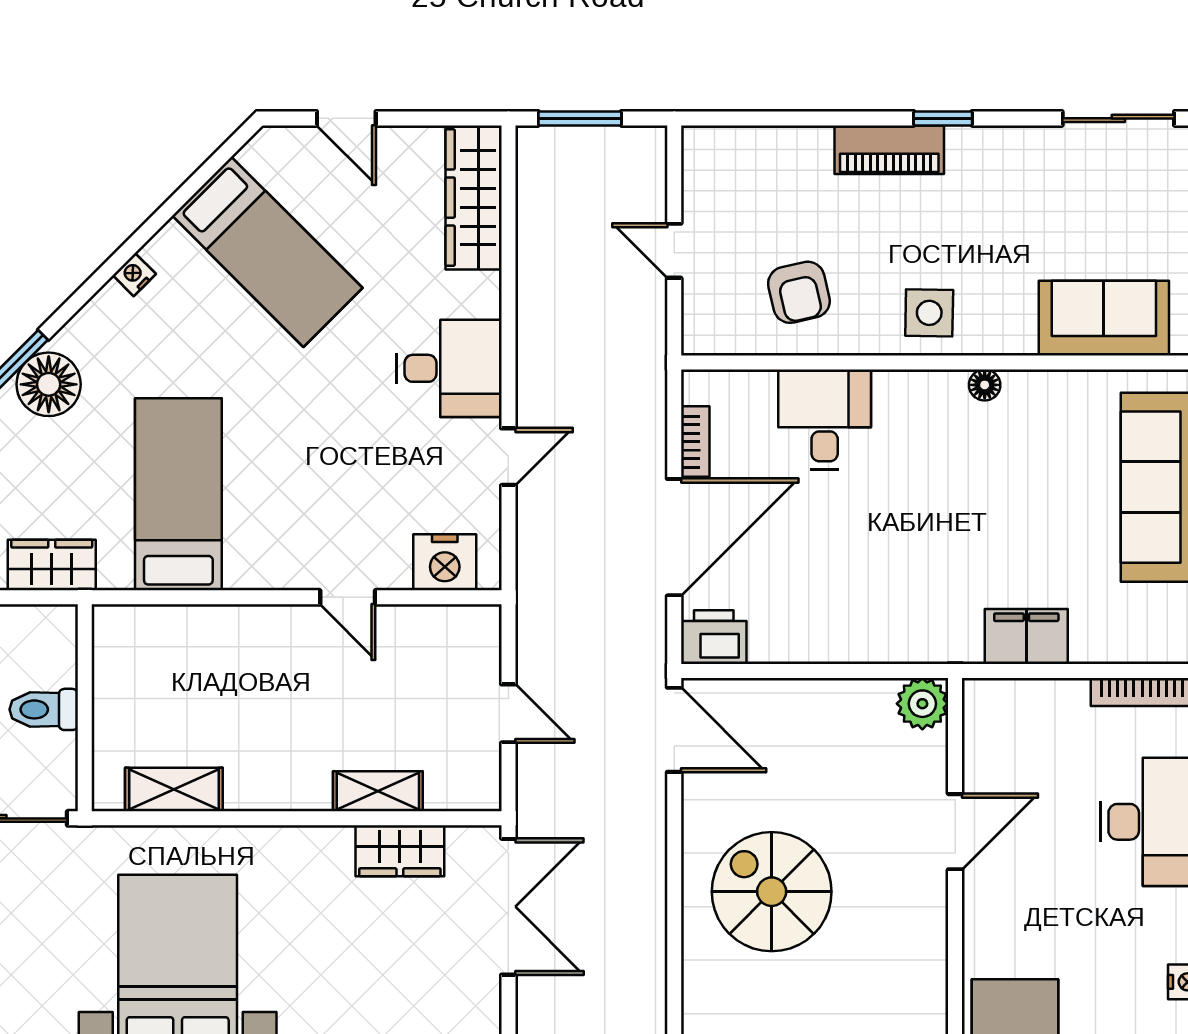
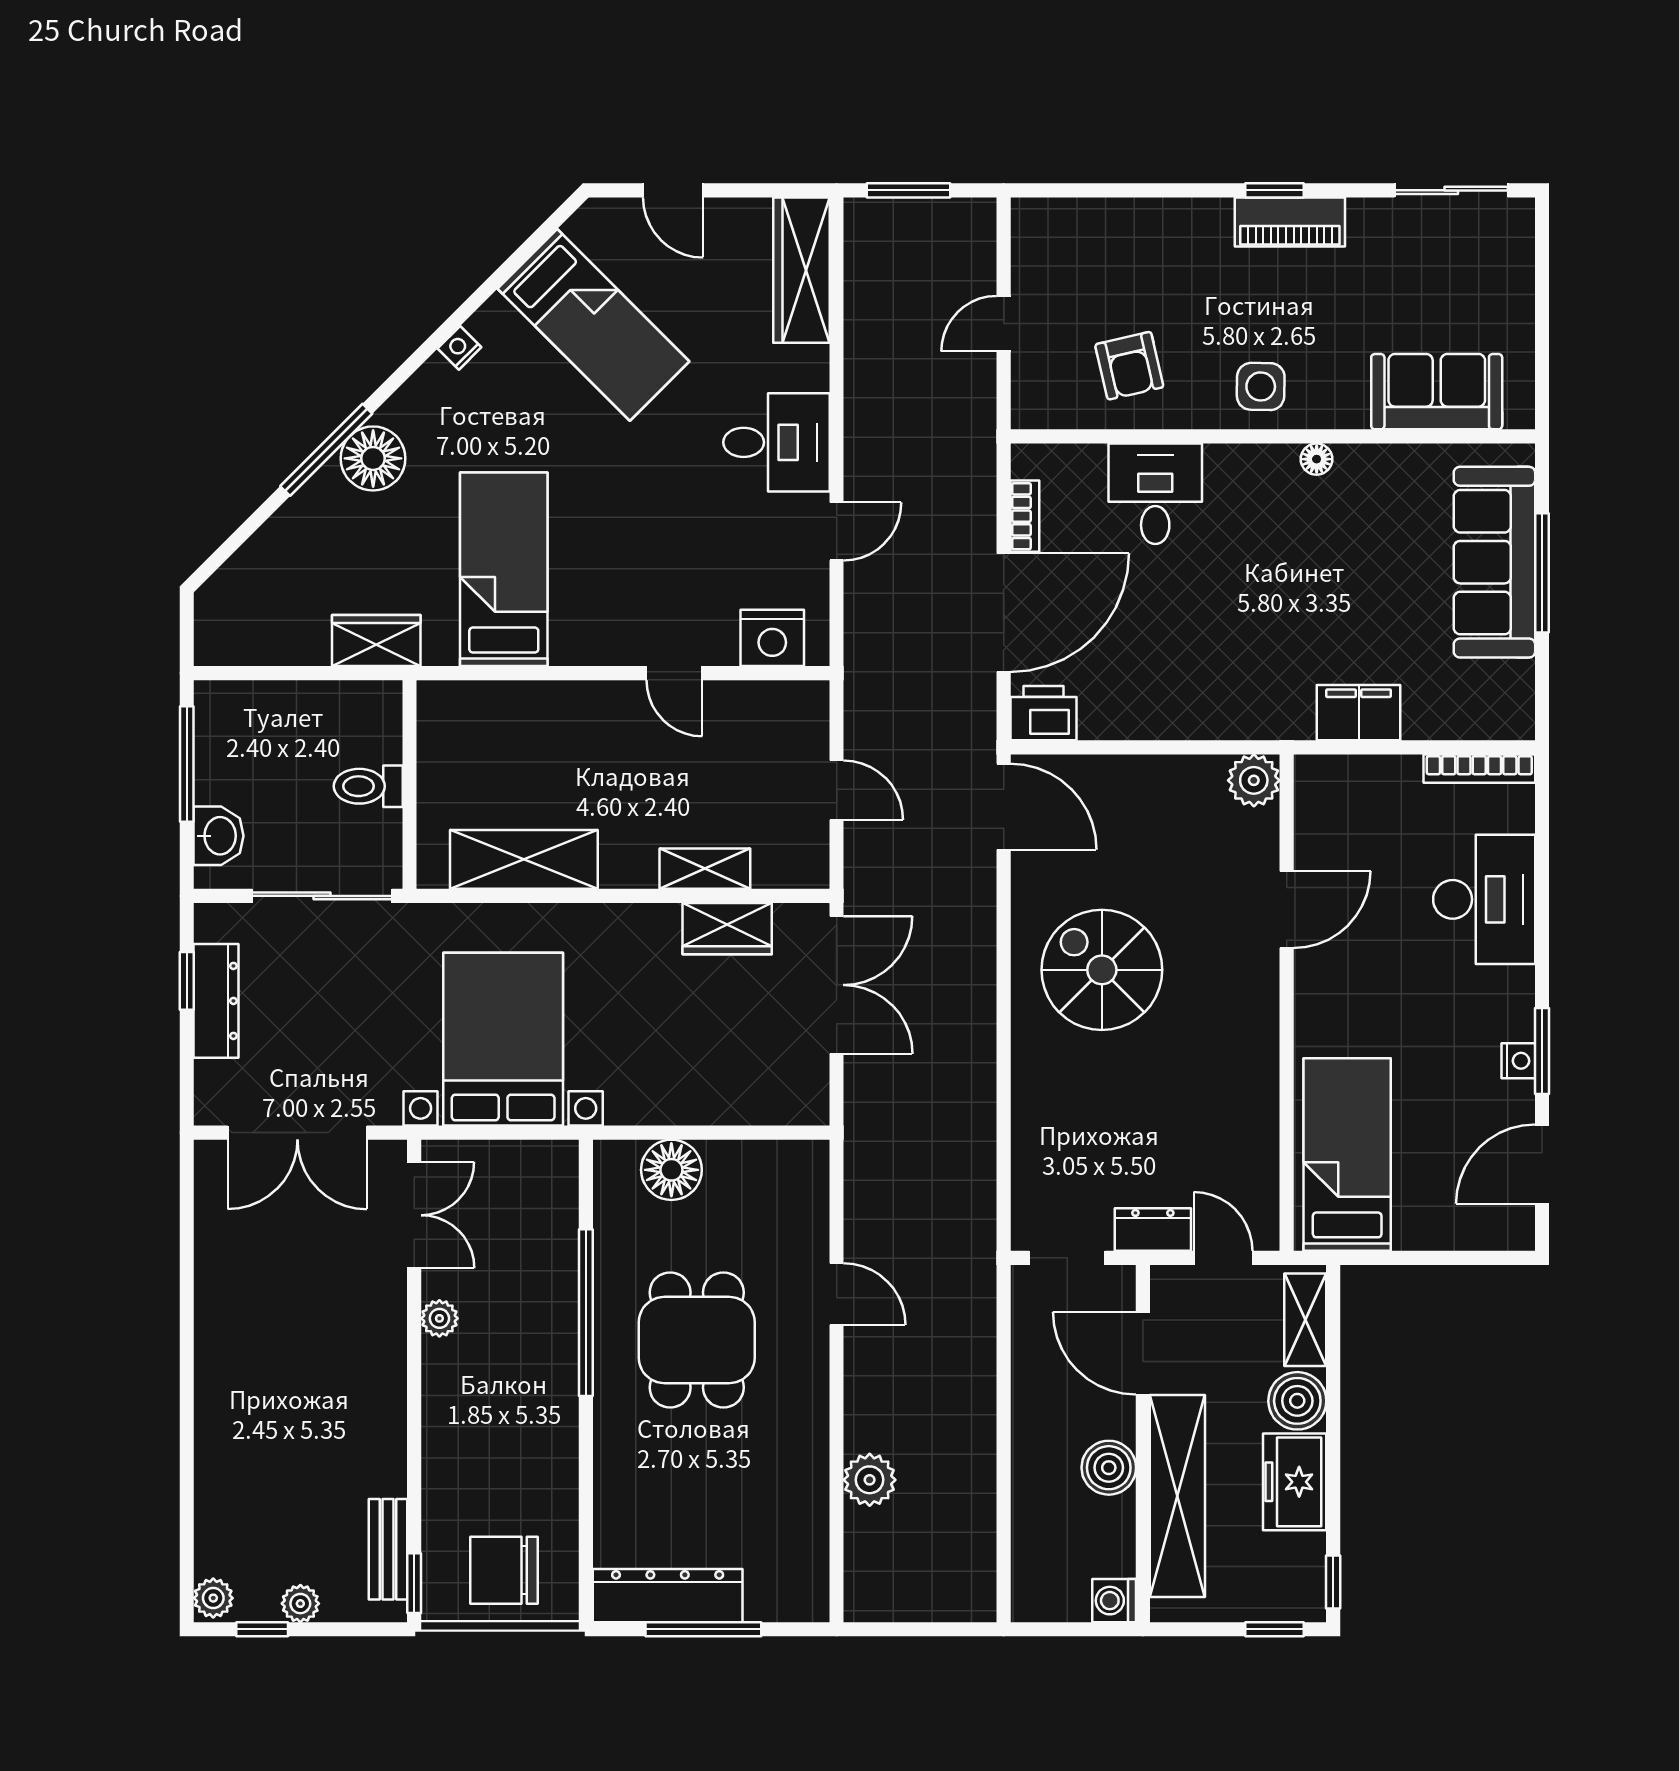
piano: (889, 150) -> (1290, 222), moved
door: (674, 251) -> (1004, 324), hinge flipped
shelving: (174, 789) -> (524, 859), width x1.50, depth x1.33

